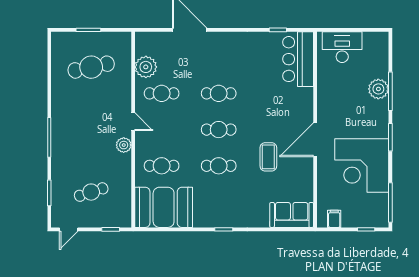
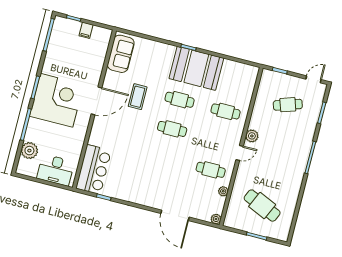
plant: (141, 38) -> (216, 219), added
cafe table: (91, 67) -> (262, 206), turned 36
plant: (146, 67) -> (223, 191), width x0.53, depth x0.53
plant: (378, 89) -> (29, 151), moved
cafe table: (219, 93) -> (165, 158), removed
door: (133, 122) -> (240, 153), swing flipped
corner desk: (362, 165) -> (57, 100), moved
booth: (164, 207) -> (196, 68), moved
sofa: (292, 215) -> (121, 54), moved, turned -90
filing cabinet: (334, 219) -> (86, 30), moved

